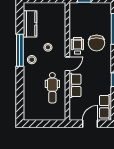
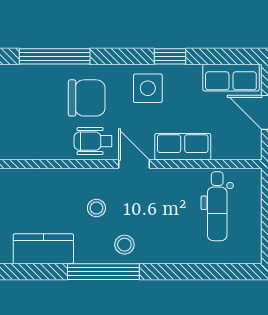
side table: (101, 70) -> (148, 88), added
dental chair: (52, 88) -> (217, 206), moved, turned 90

